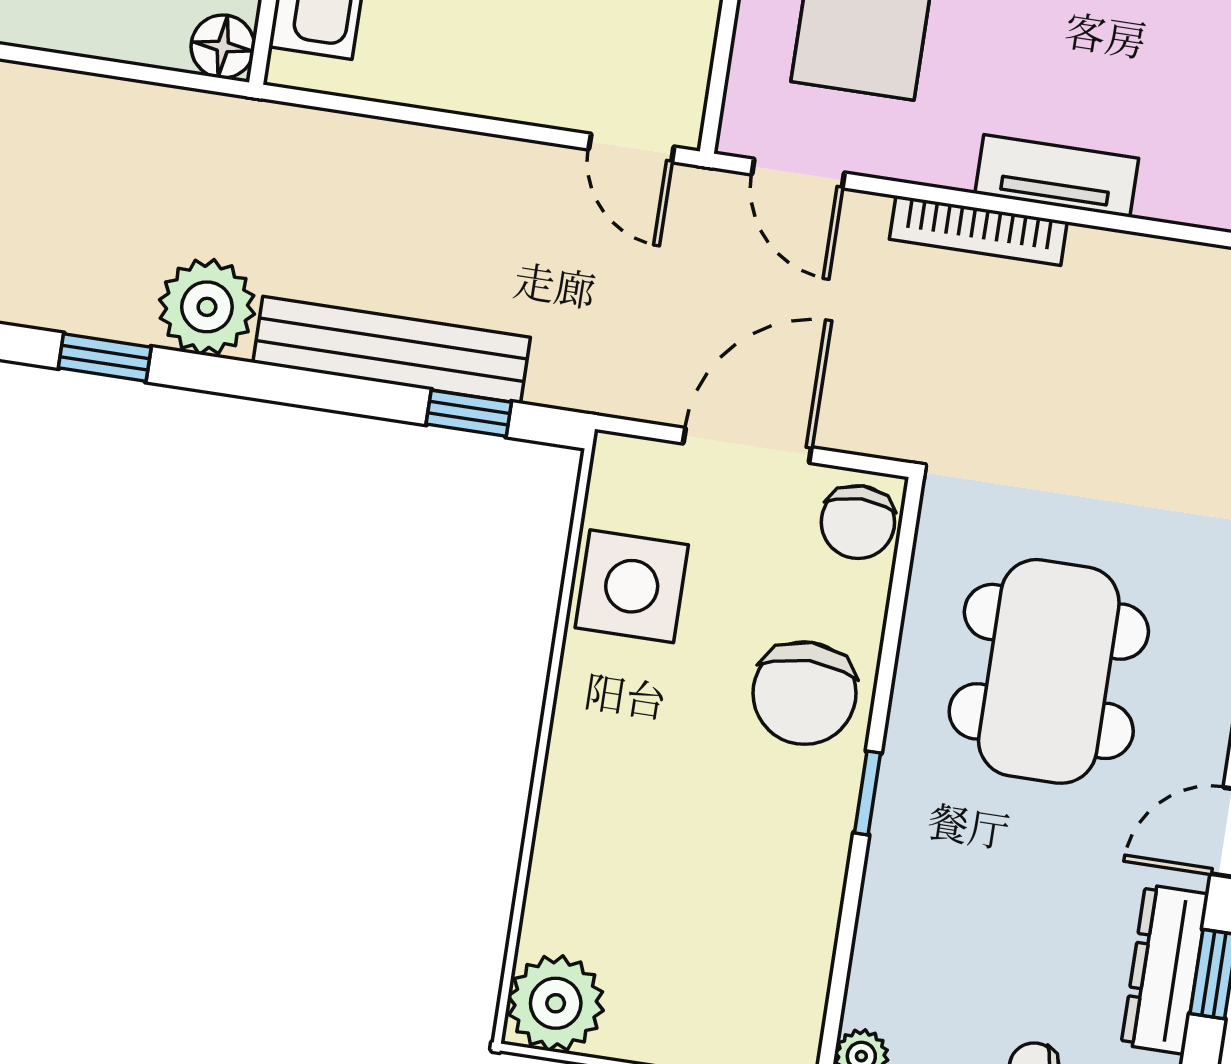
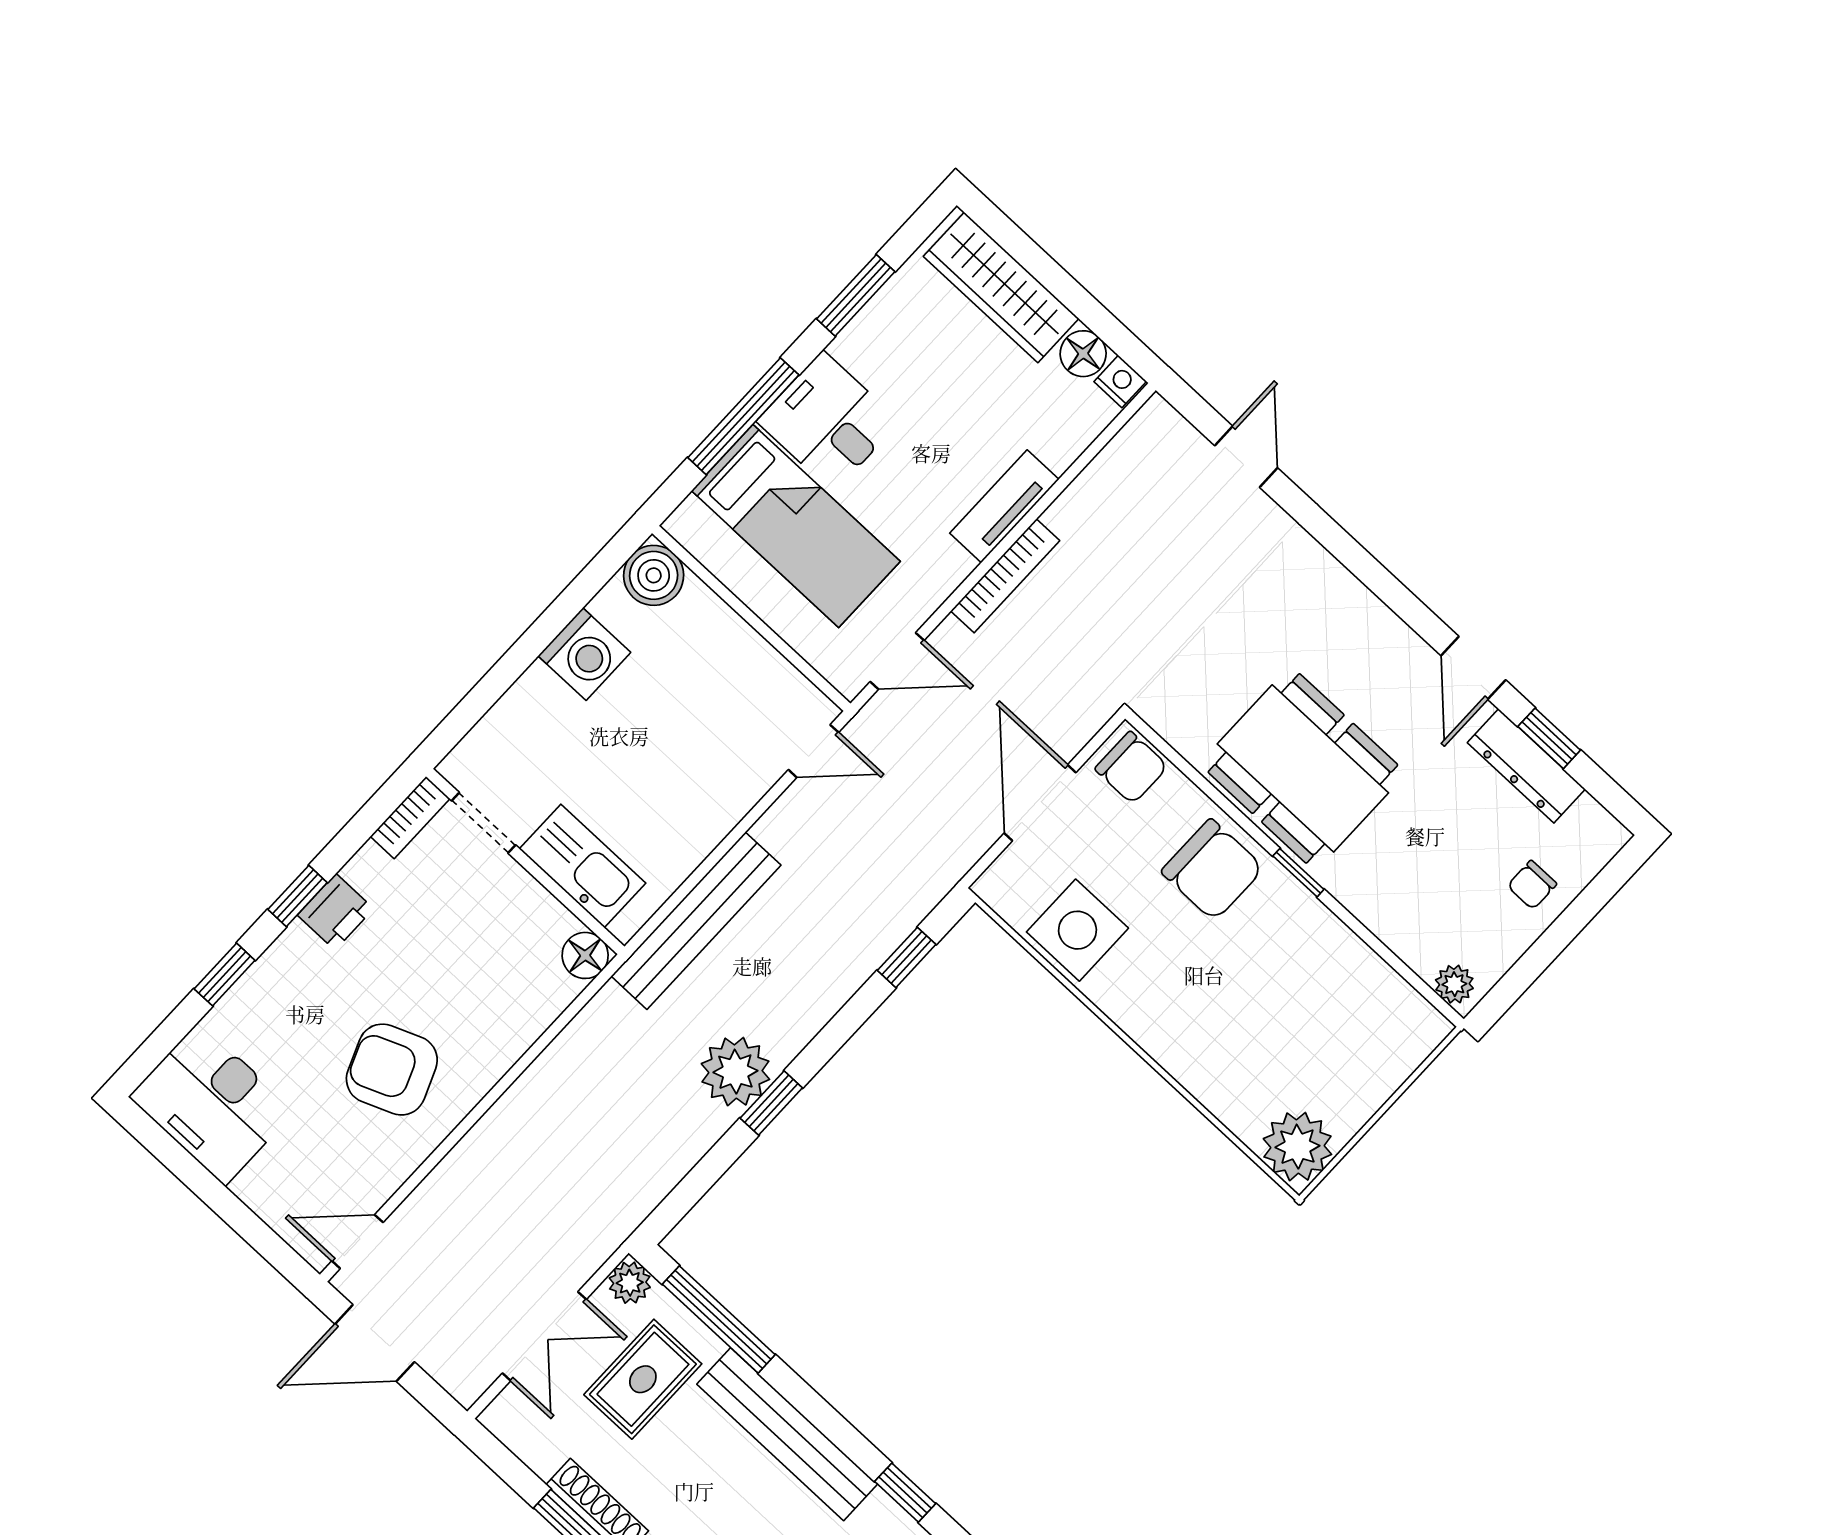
bench: (392, 350) -> (696, 921), moved
window: (105, 358) -> (771, 1103), moved
dining table: (1049, 671) -> (1303, 768), moved

